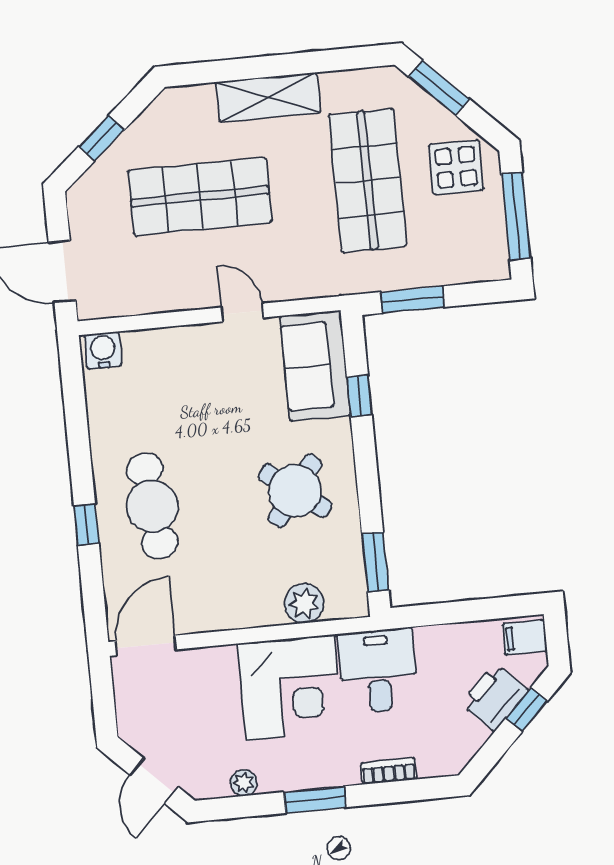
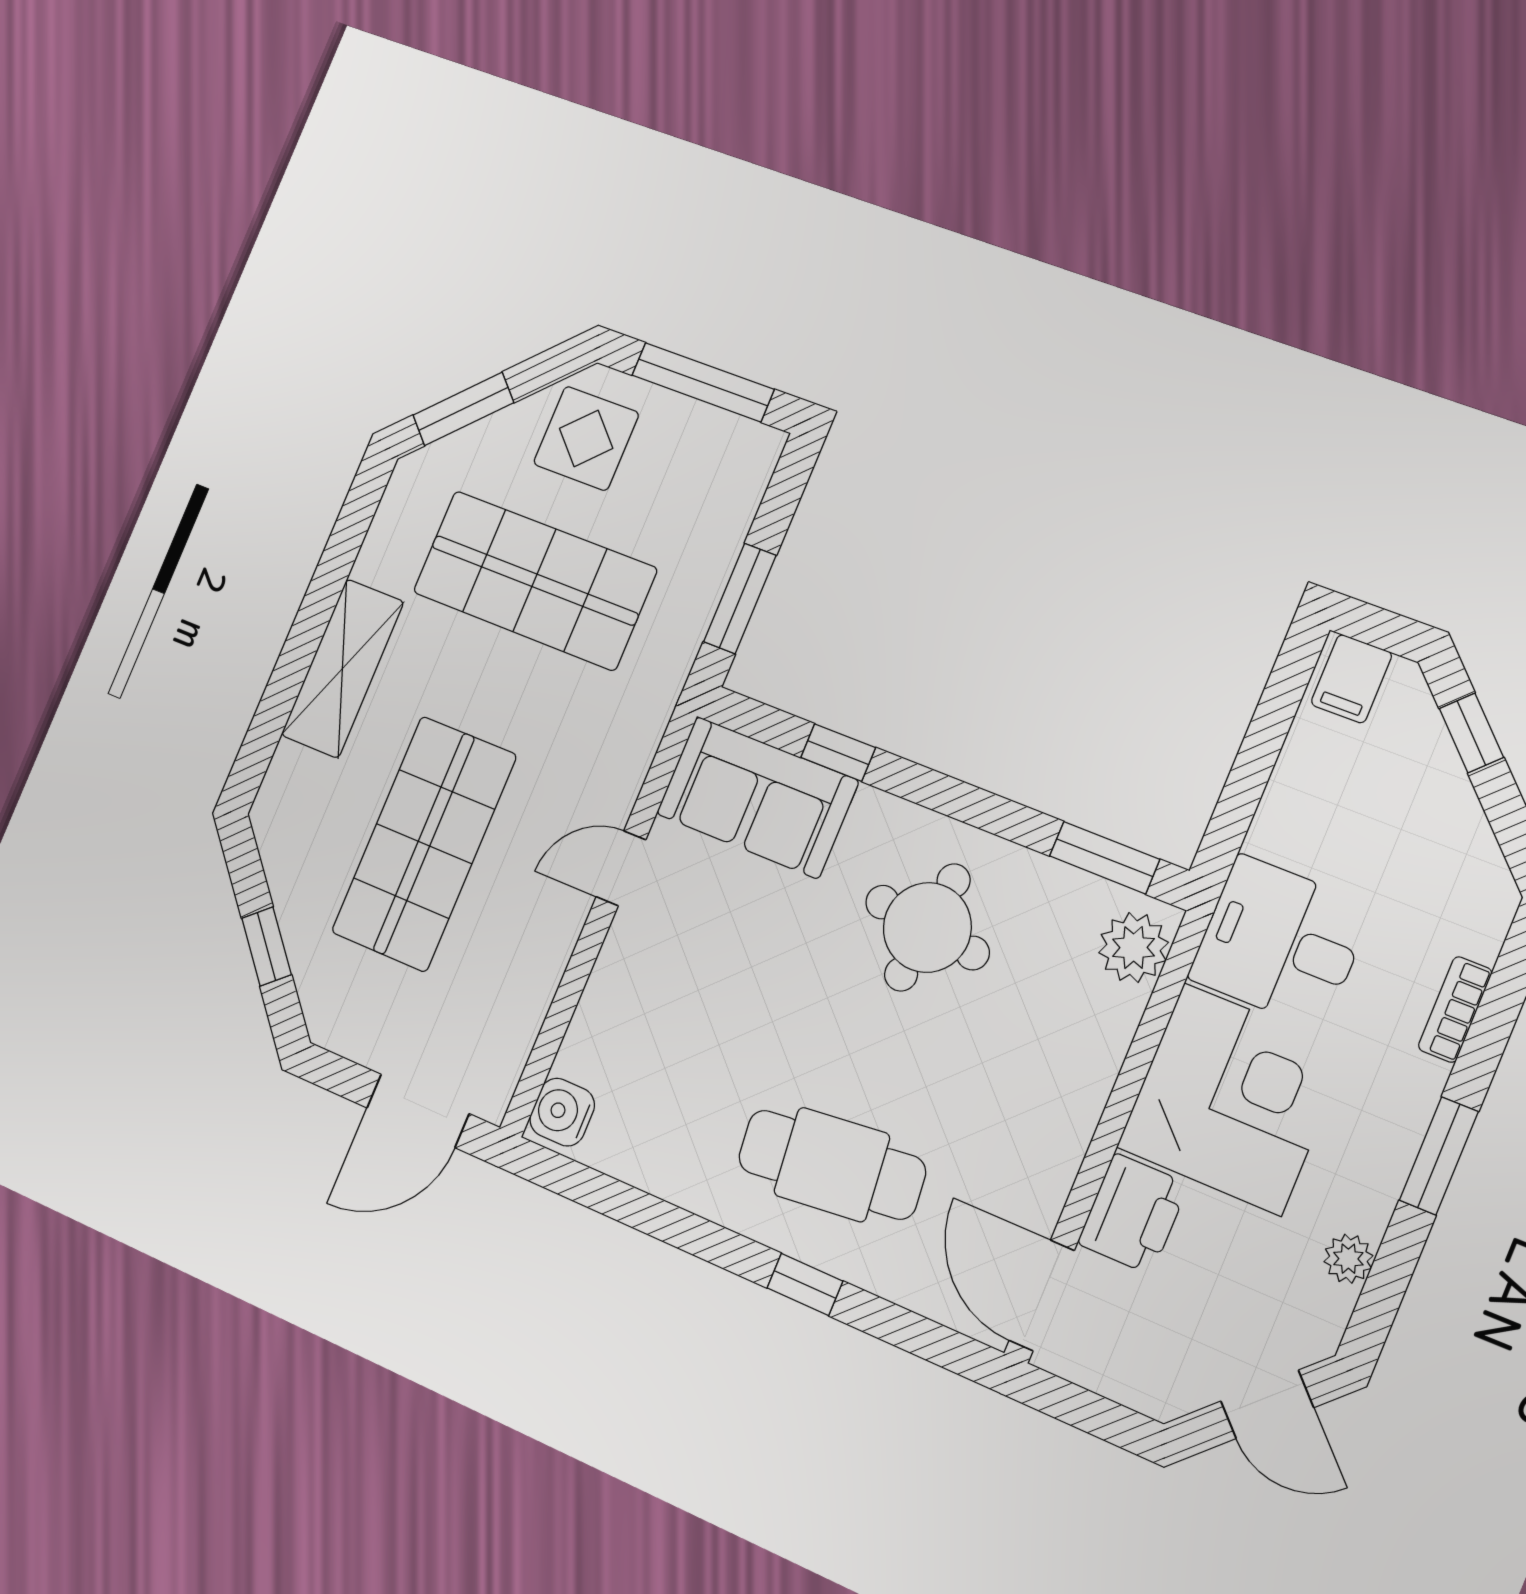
round table: (295, 491) -> (927, 927), turned -30
plant: (304, 603) -> (1134, 948), moved
printer: (494, 697) -> (1133, 1214), moved, turned -135

